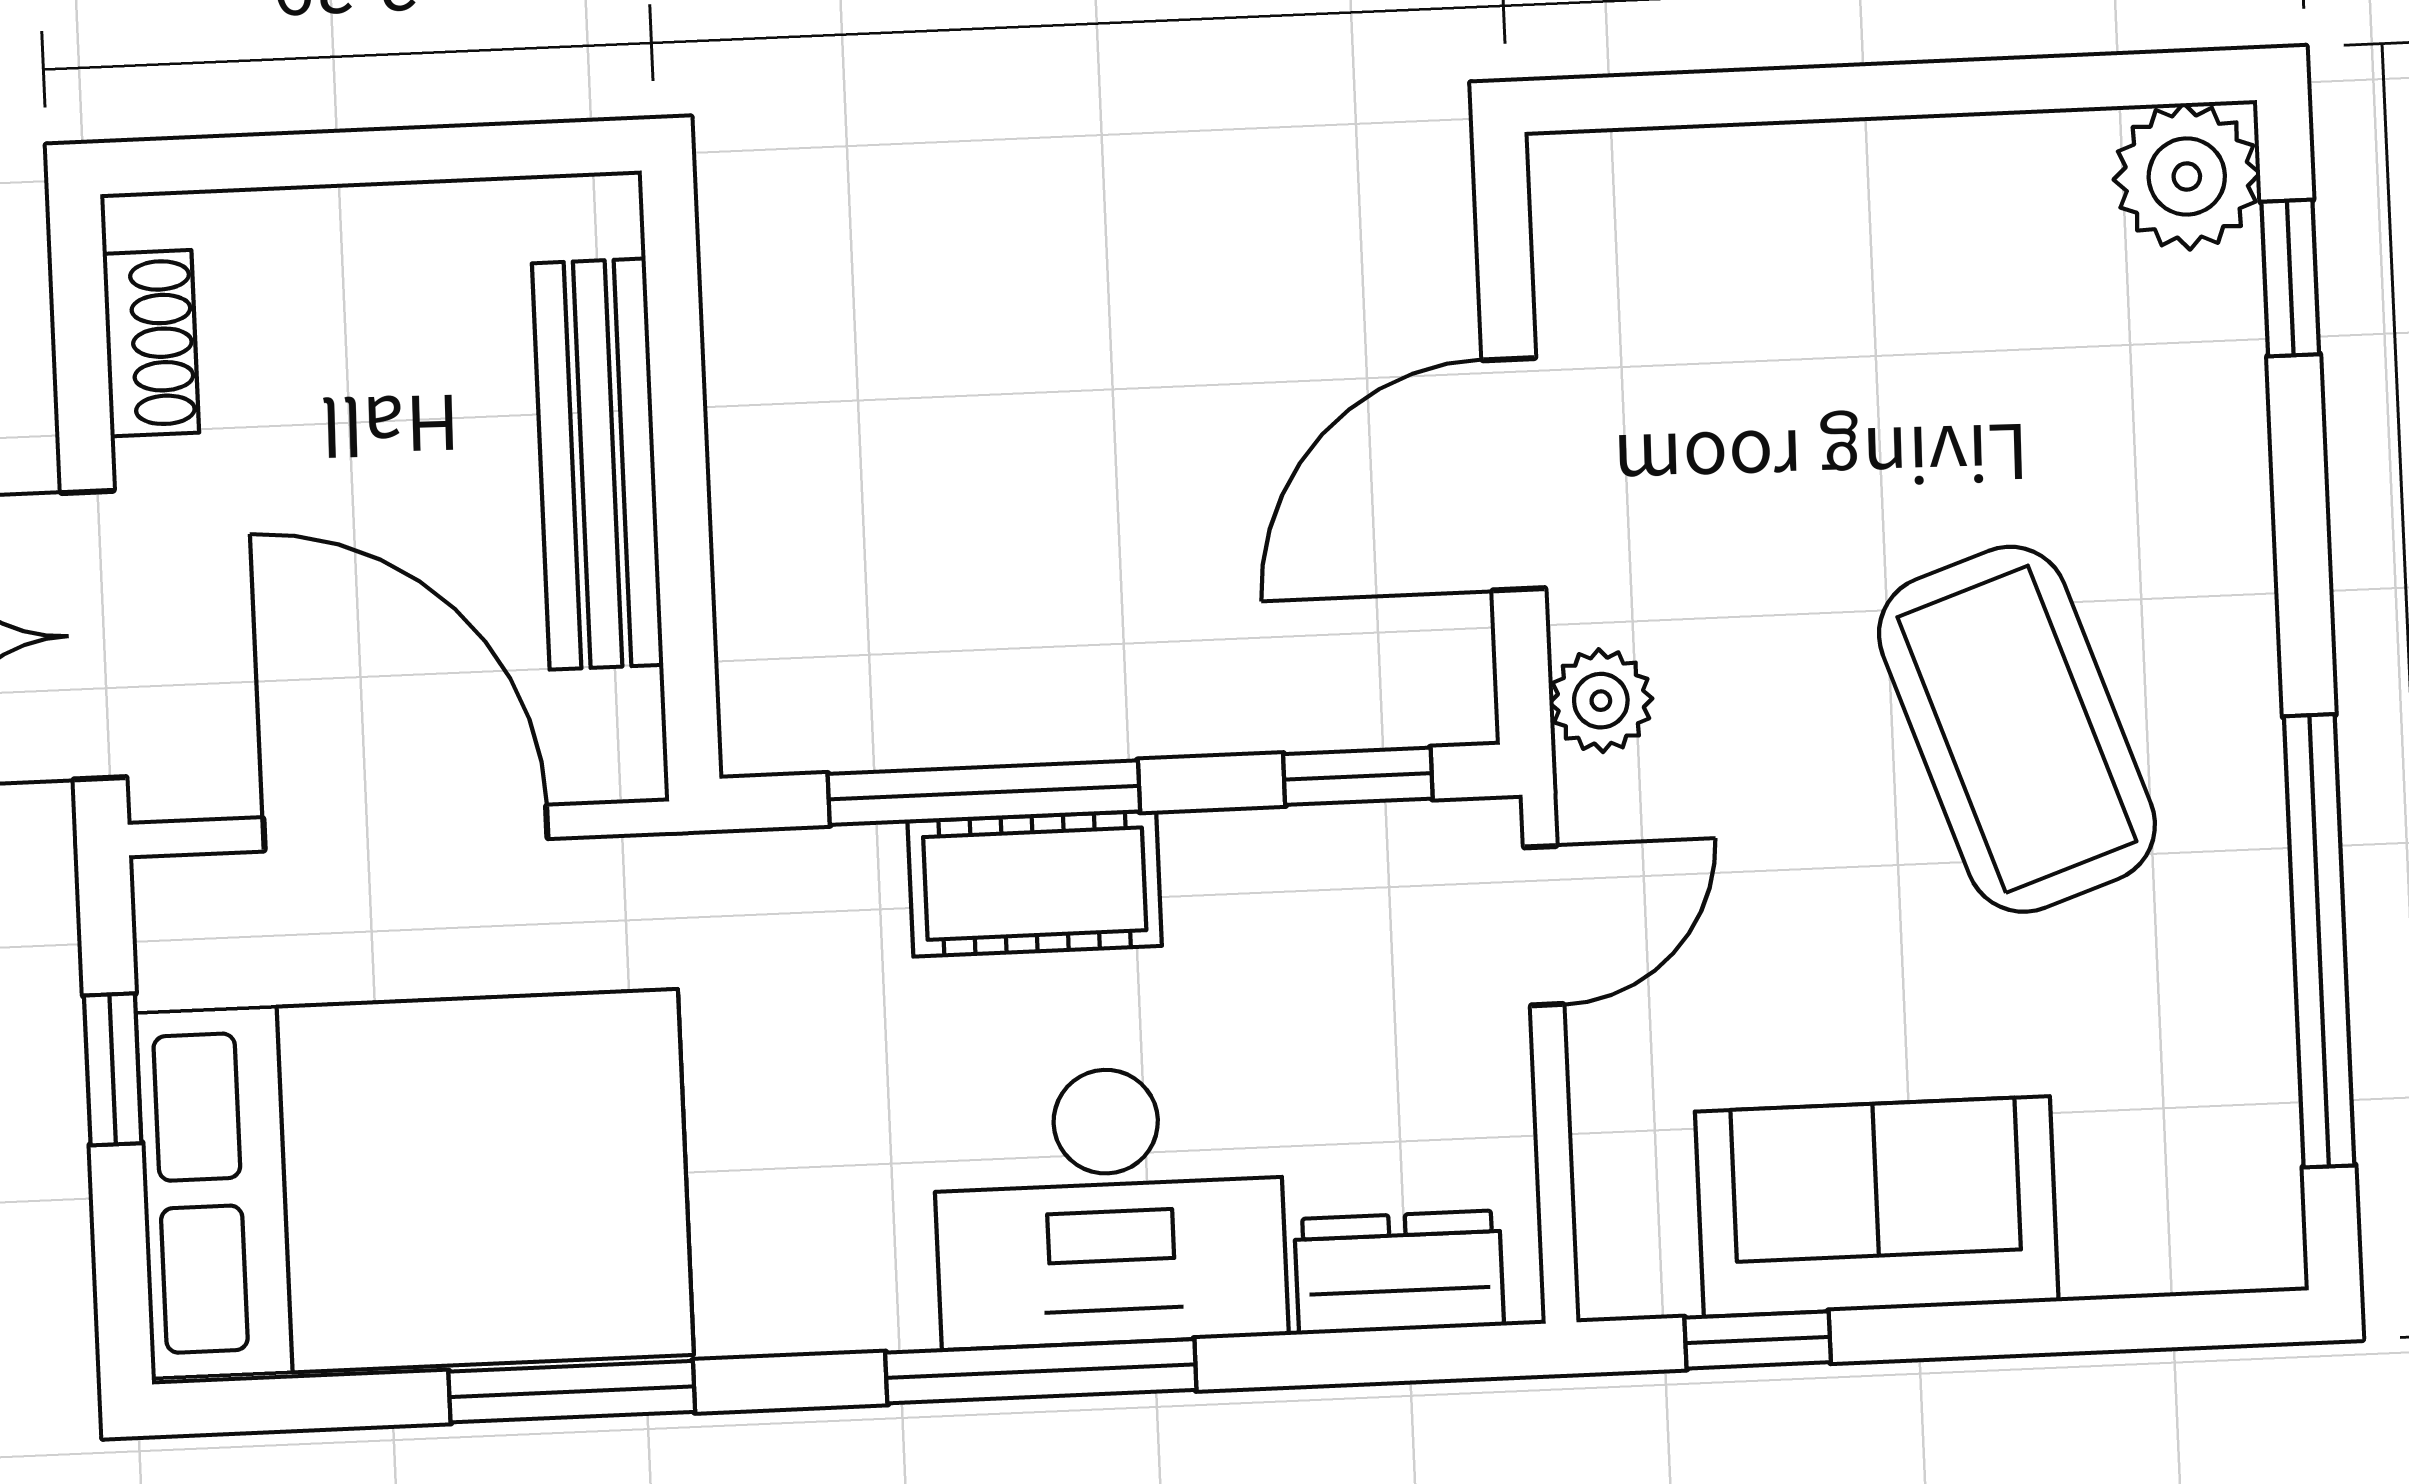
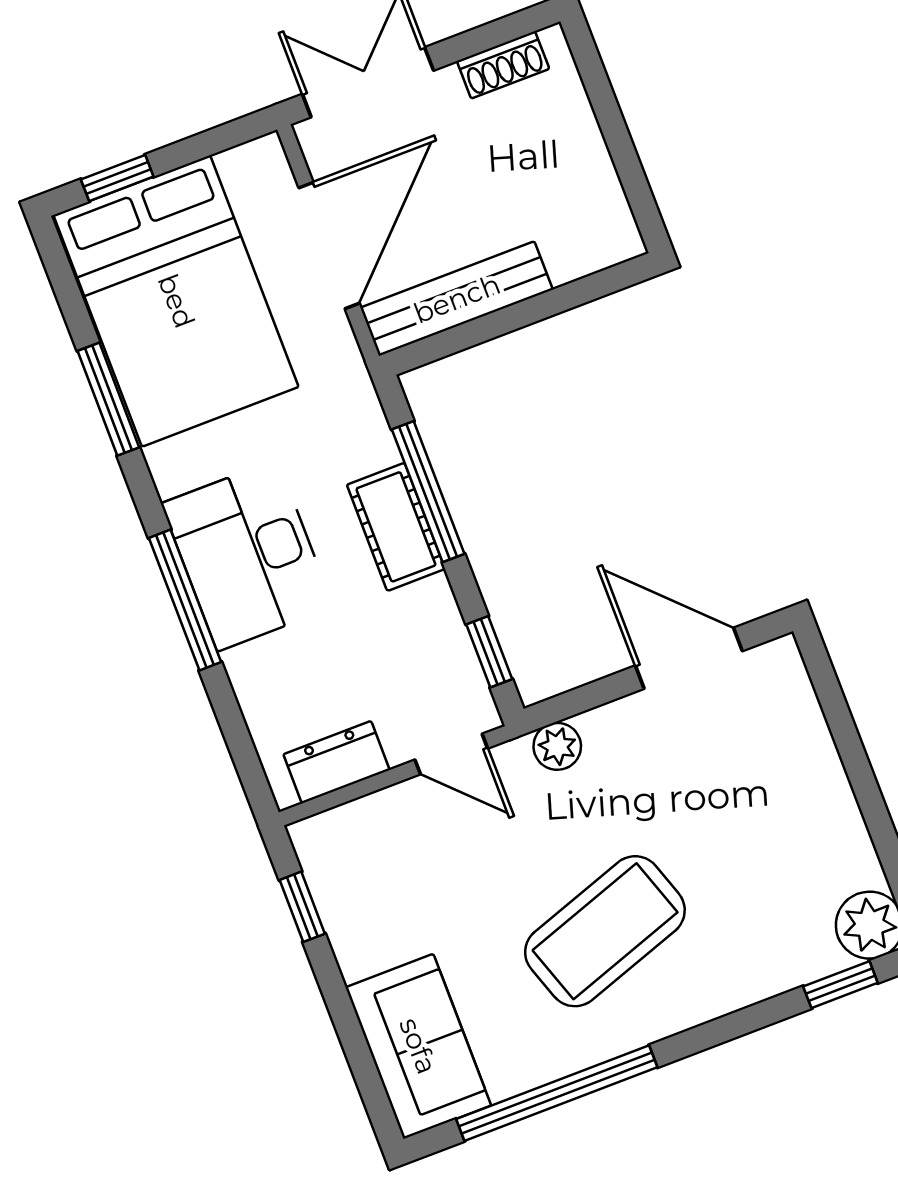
bench: (598, 464) -> (457, 299), moved
door: (1514, 474) -> (689, 658), moved
window: (113, 1069) -> (117, 178), moved
desk: (1109, 1206) -> (247, 555), moved
sofa: (1877, 1206) -> (418, 1046), moved
dresser: (1399, 1272) -> (337, 762), moved, turned -90

